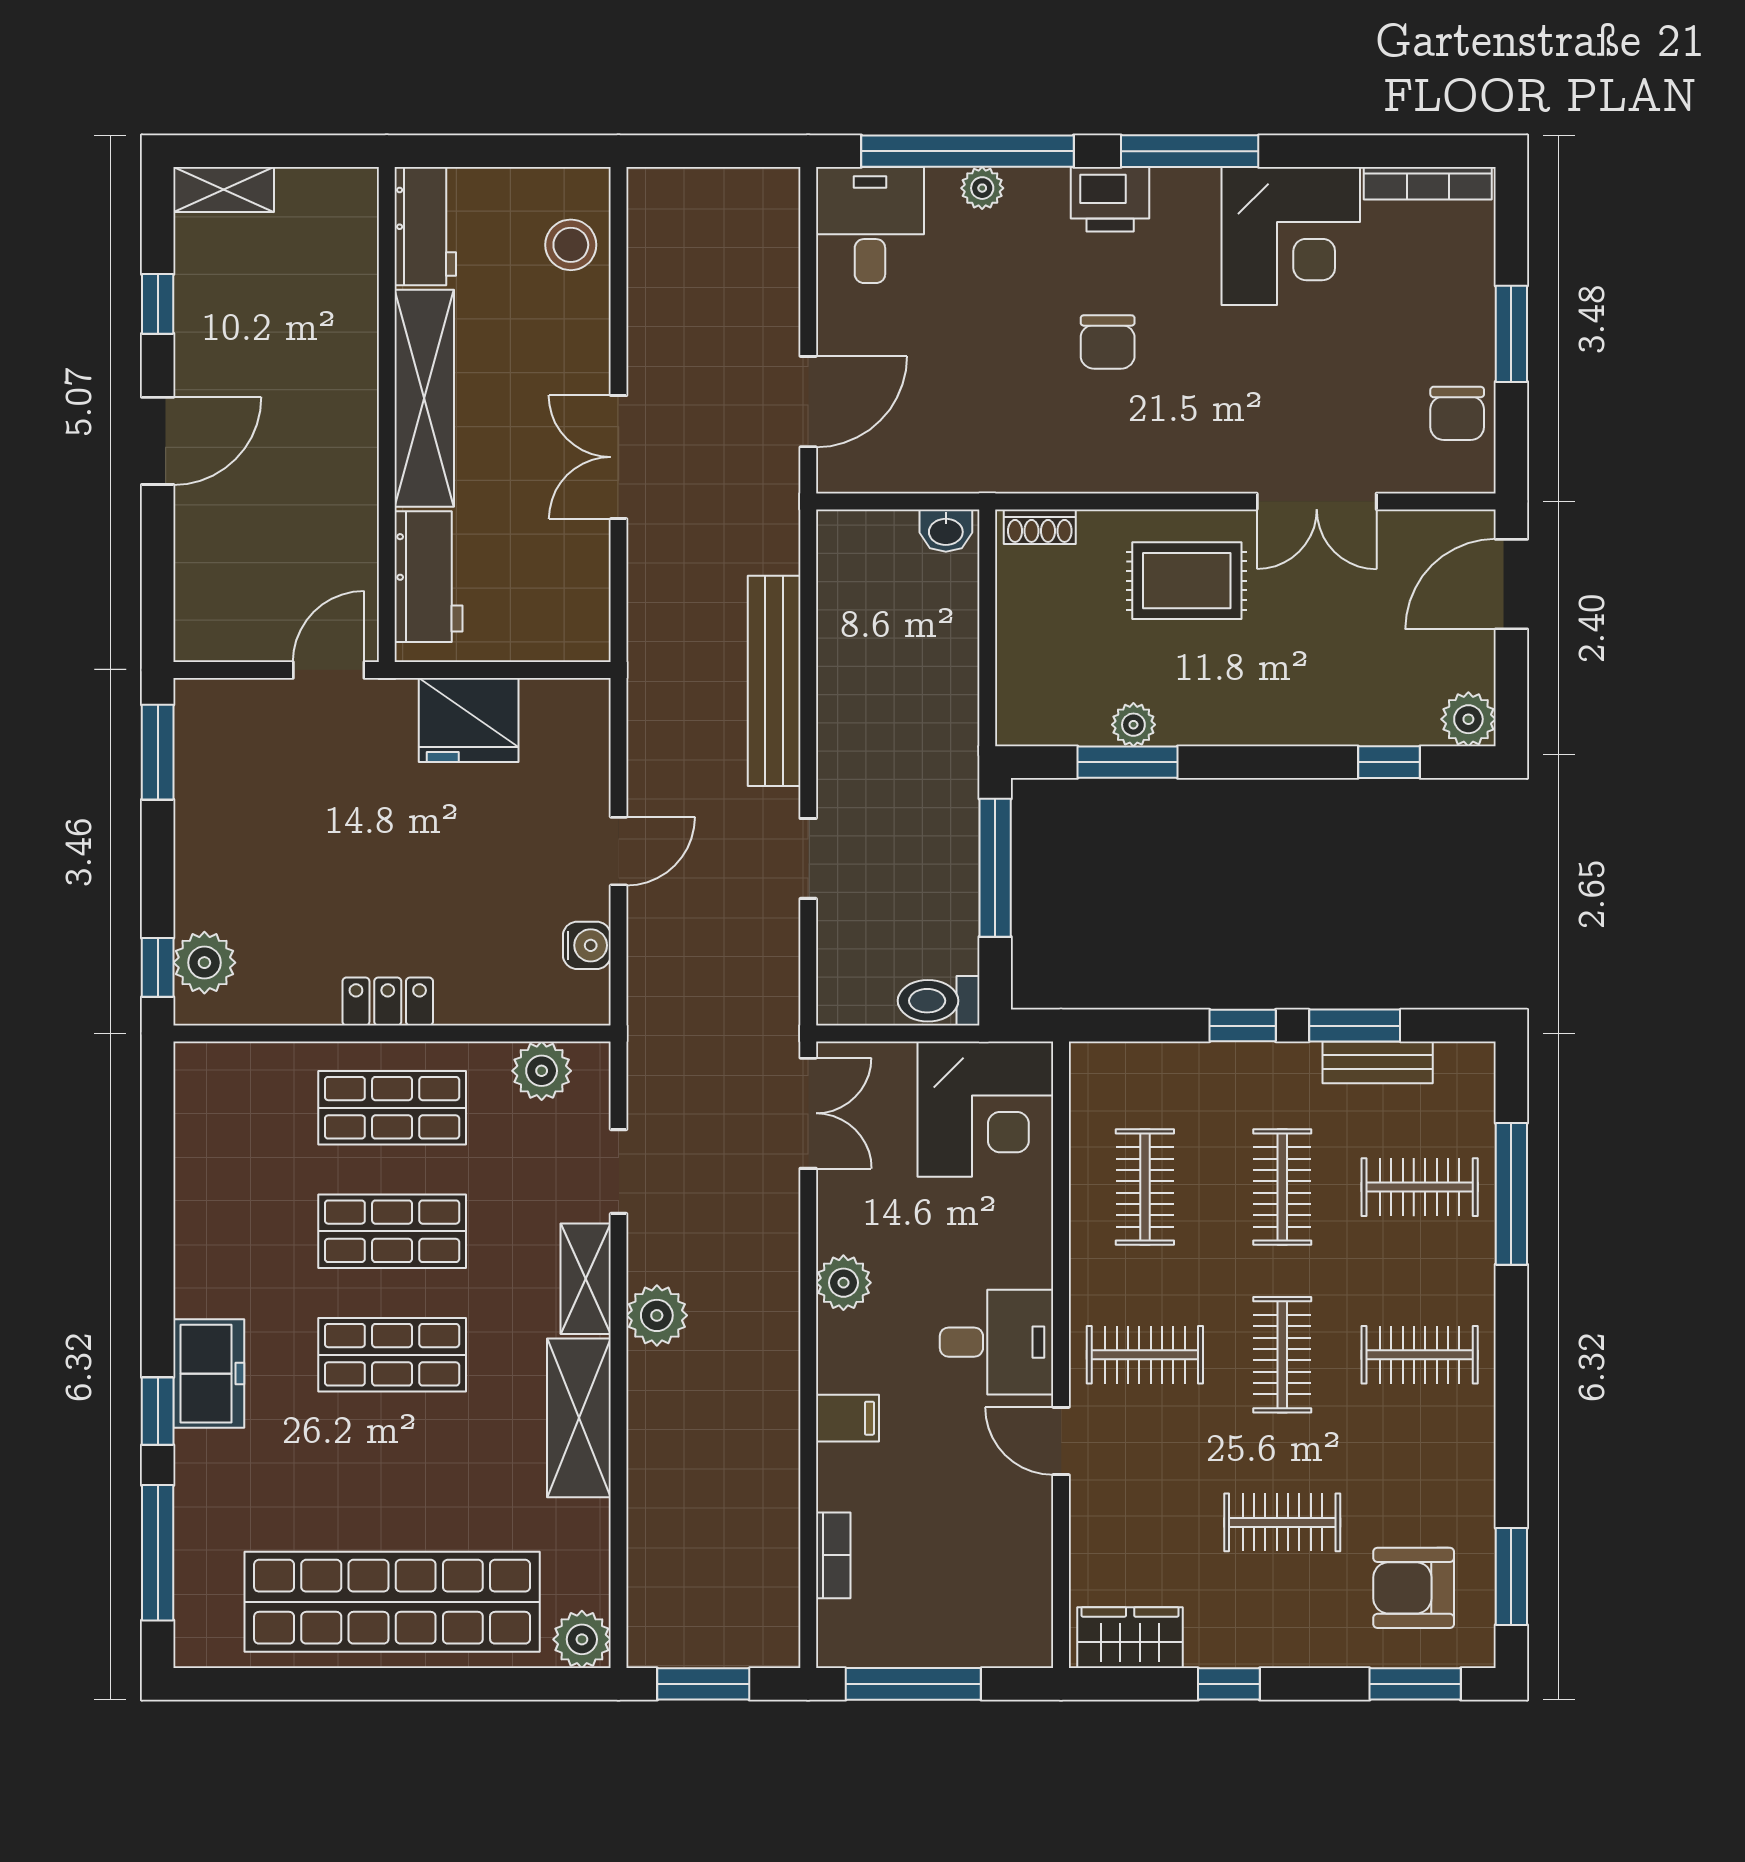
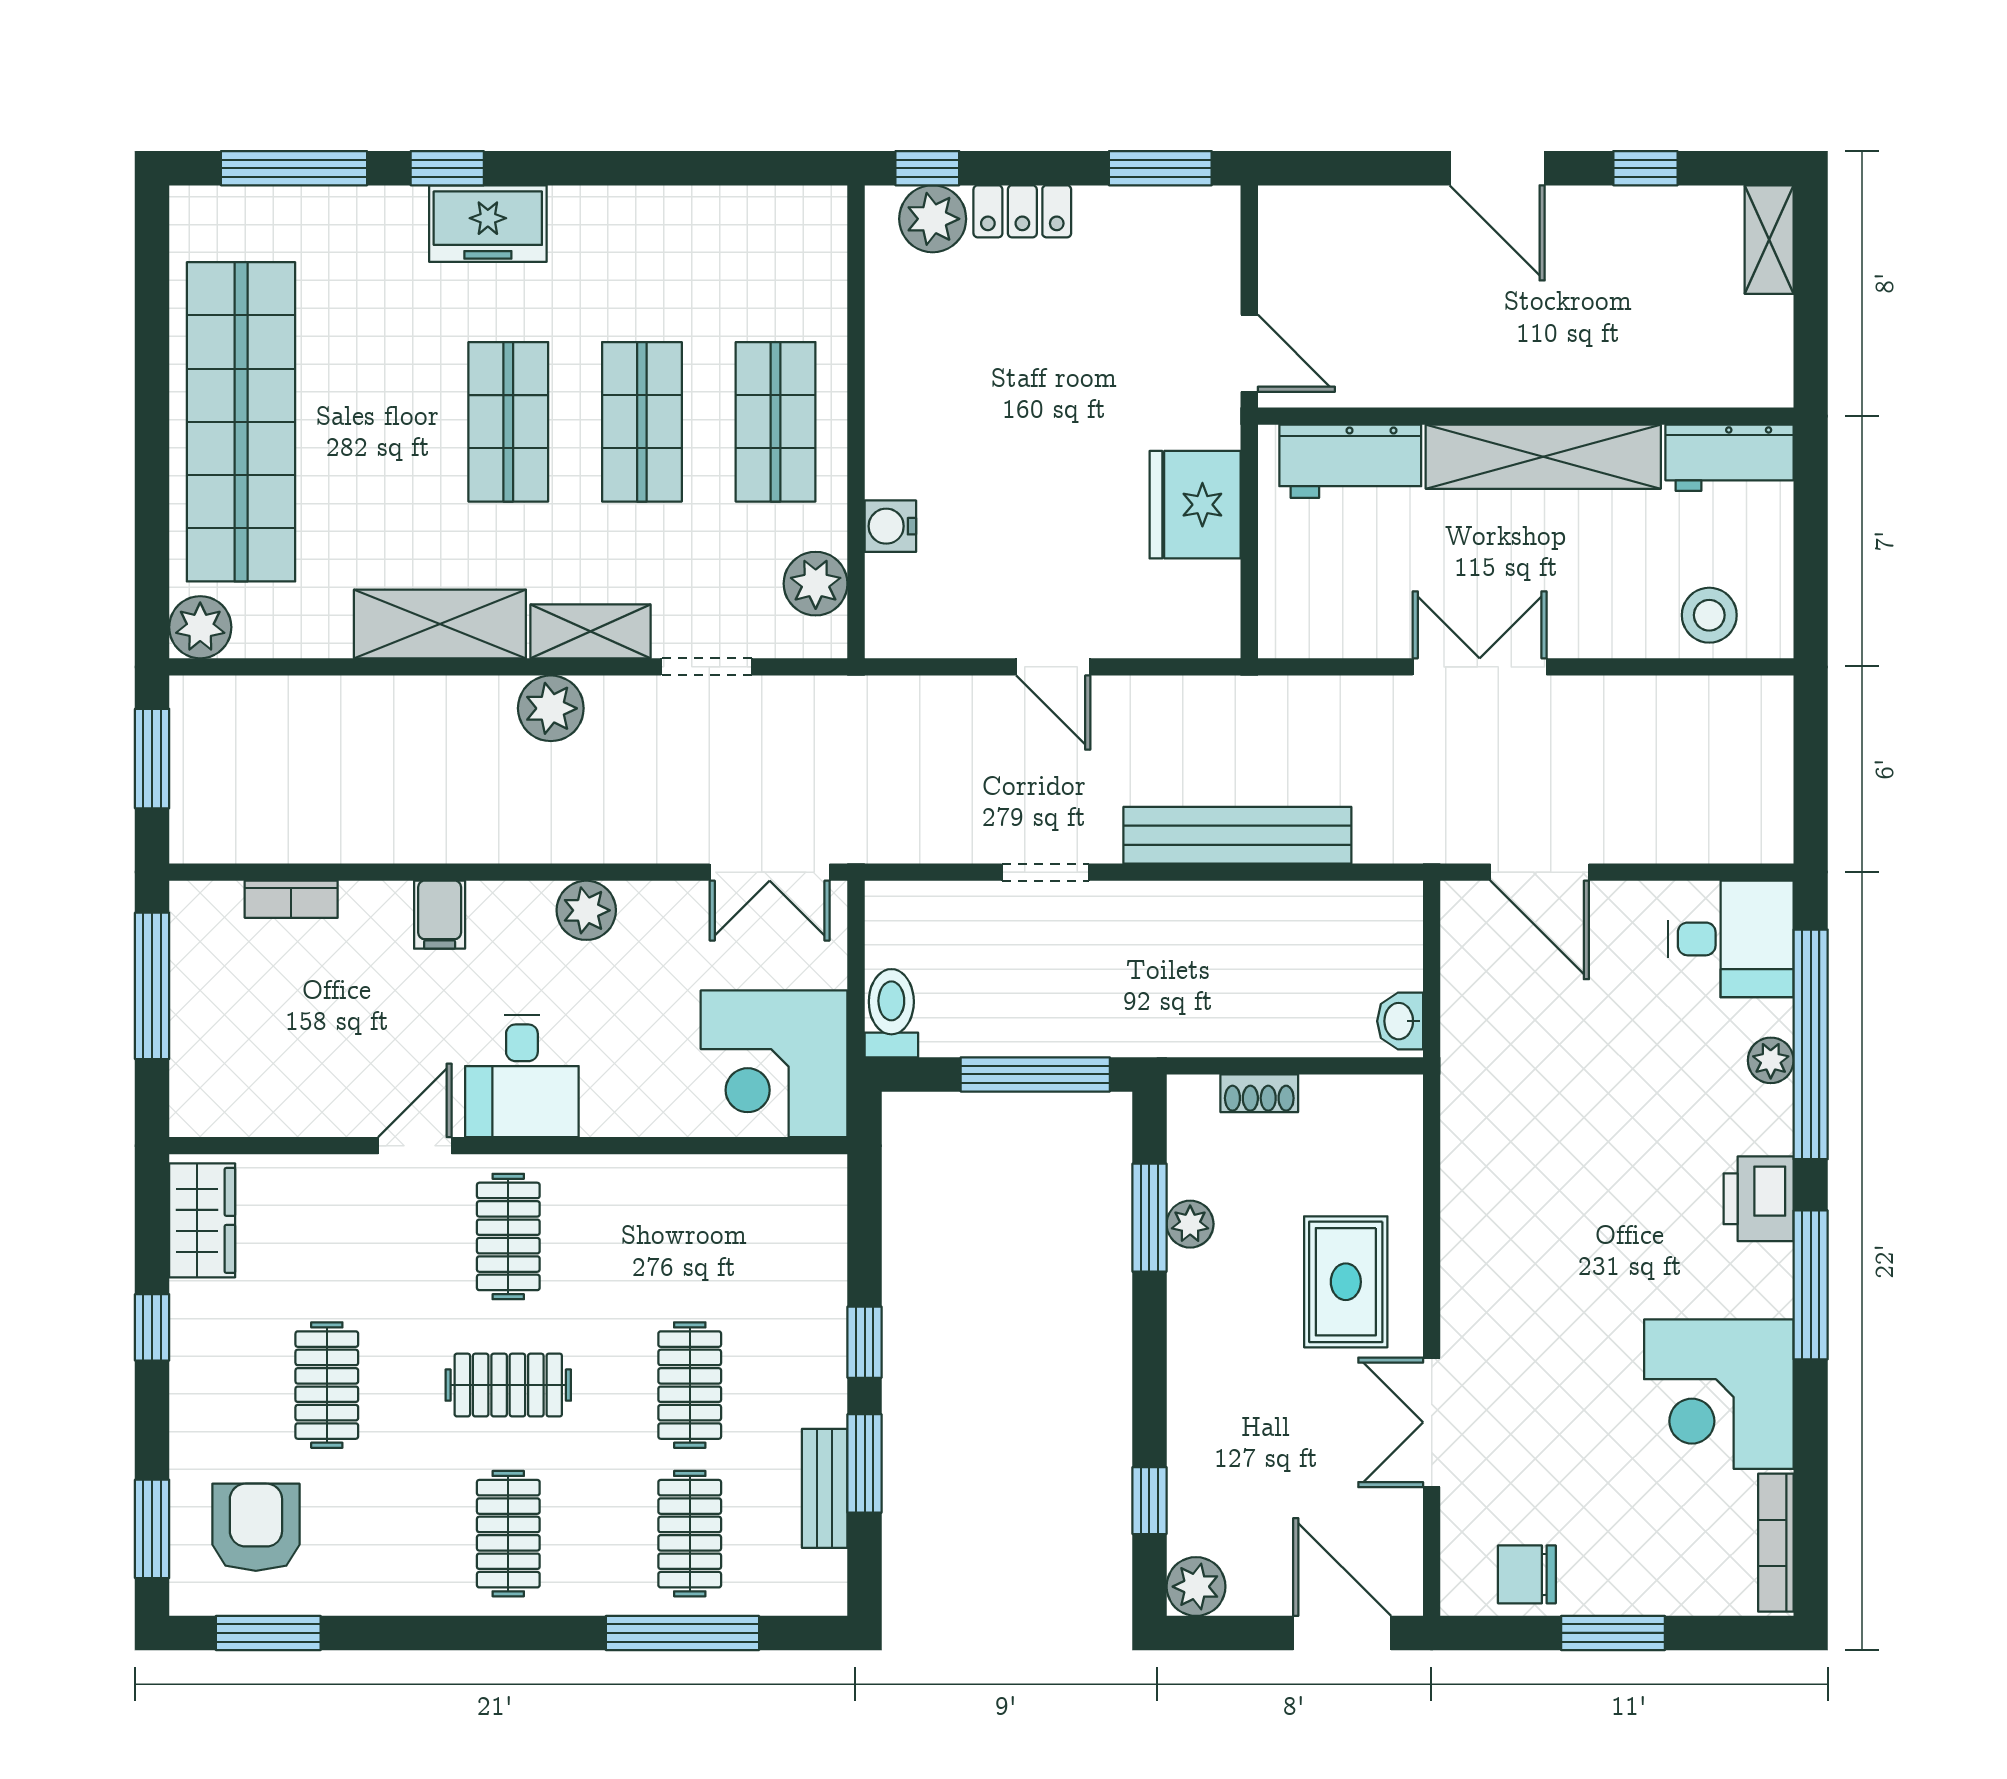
chair: (1108, 342) -> (1604, 1196), removed
shoe rack: (1040, 527) -> (1259, 1093), moved, turned -90
water cooler: (587, 945) -> (890, 526), moved, turned 90
locker: (388, 1001) -> (1022, 211), moved, turned 90
clothes rail: (1145, 1187) -> (690, 1236), removed
clothes rail: (1282, 1187) -> (690, 1385), turned 90

